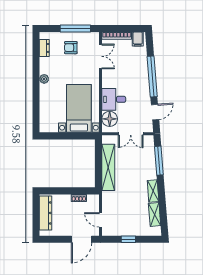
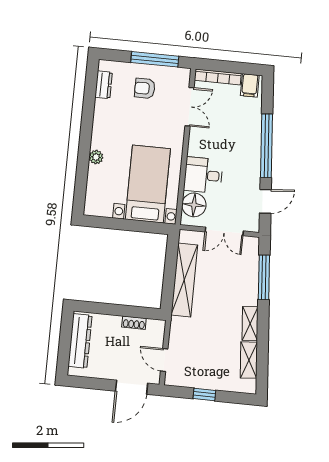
plant: (44, 79) -> (96, 157), moved

